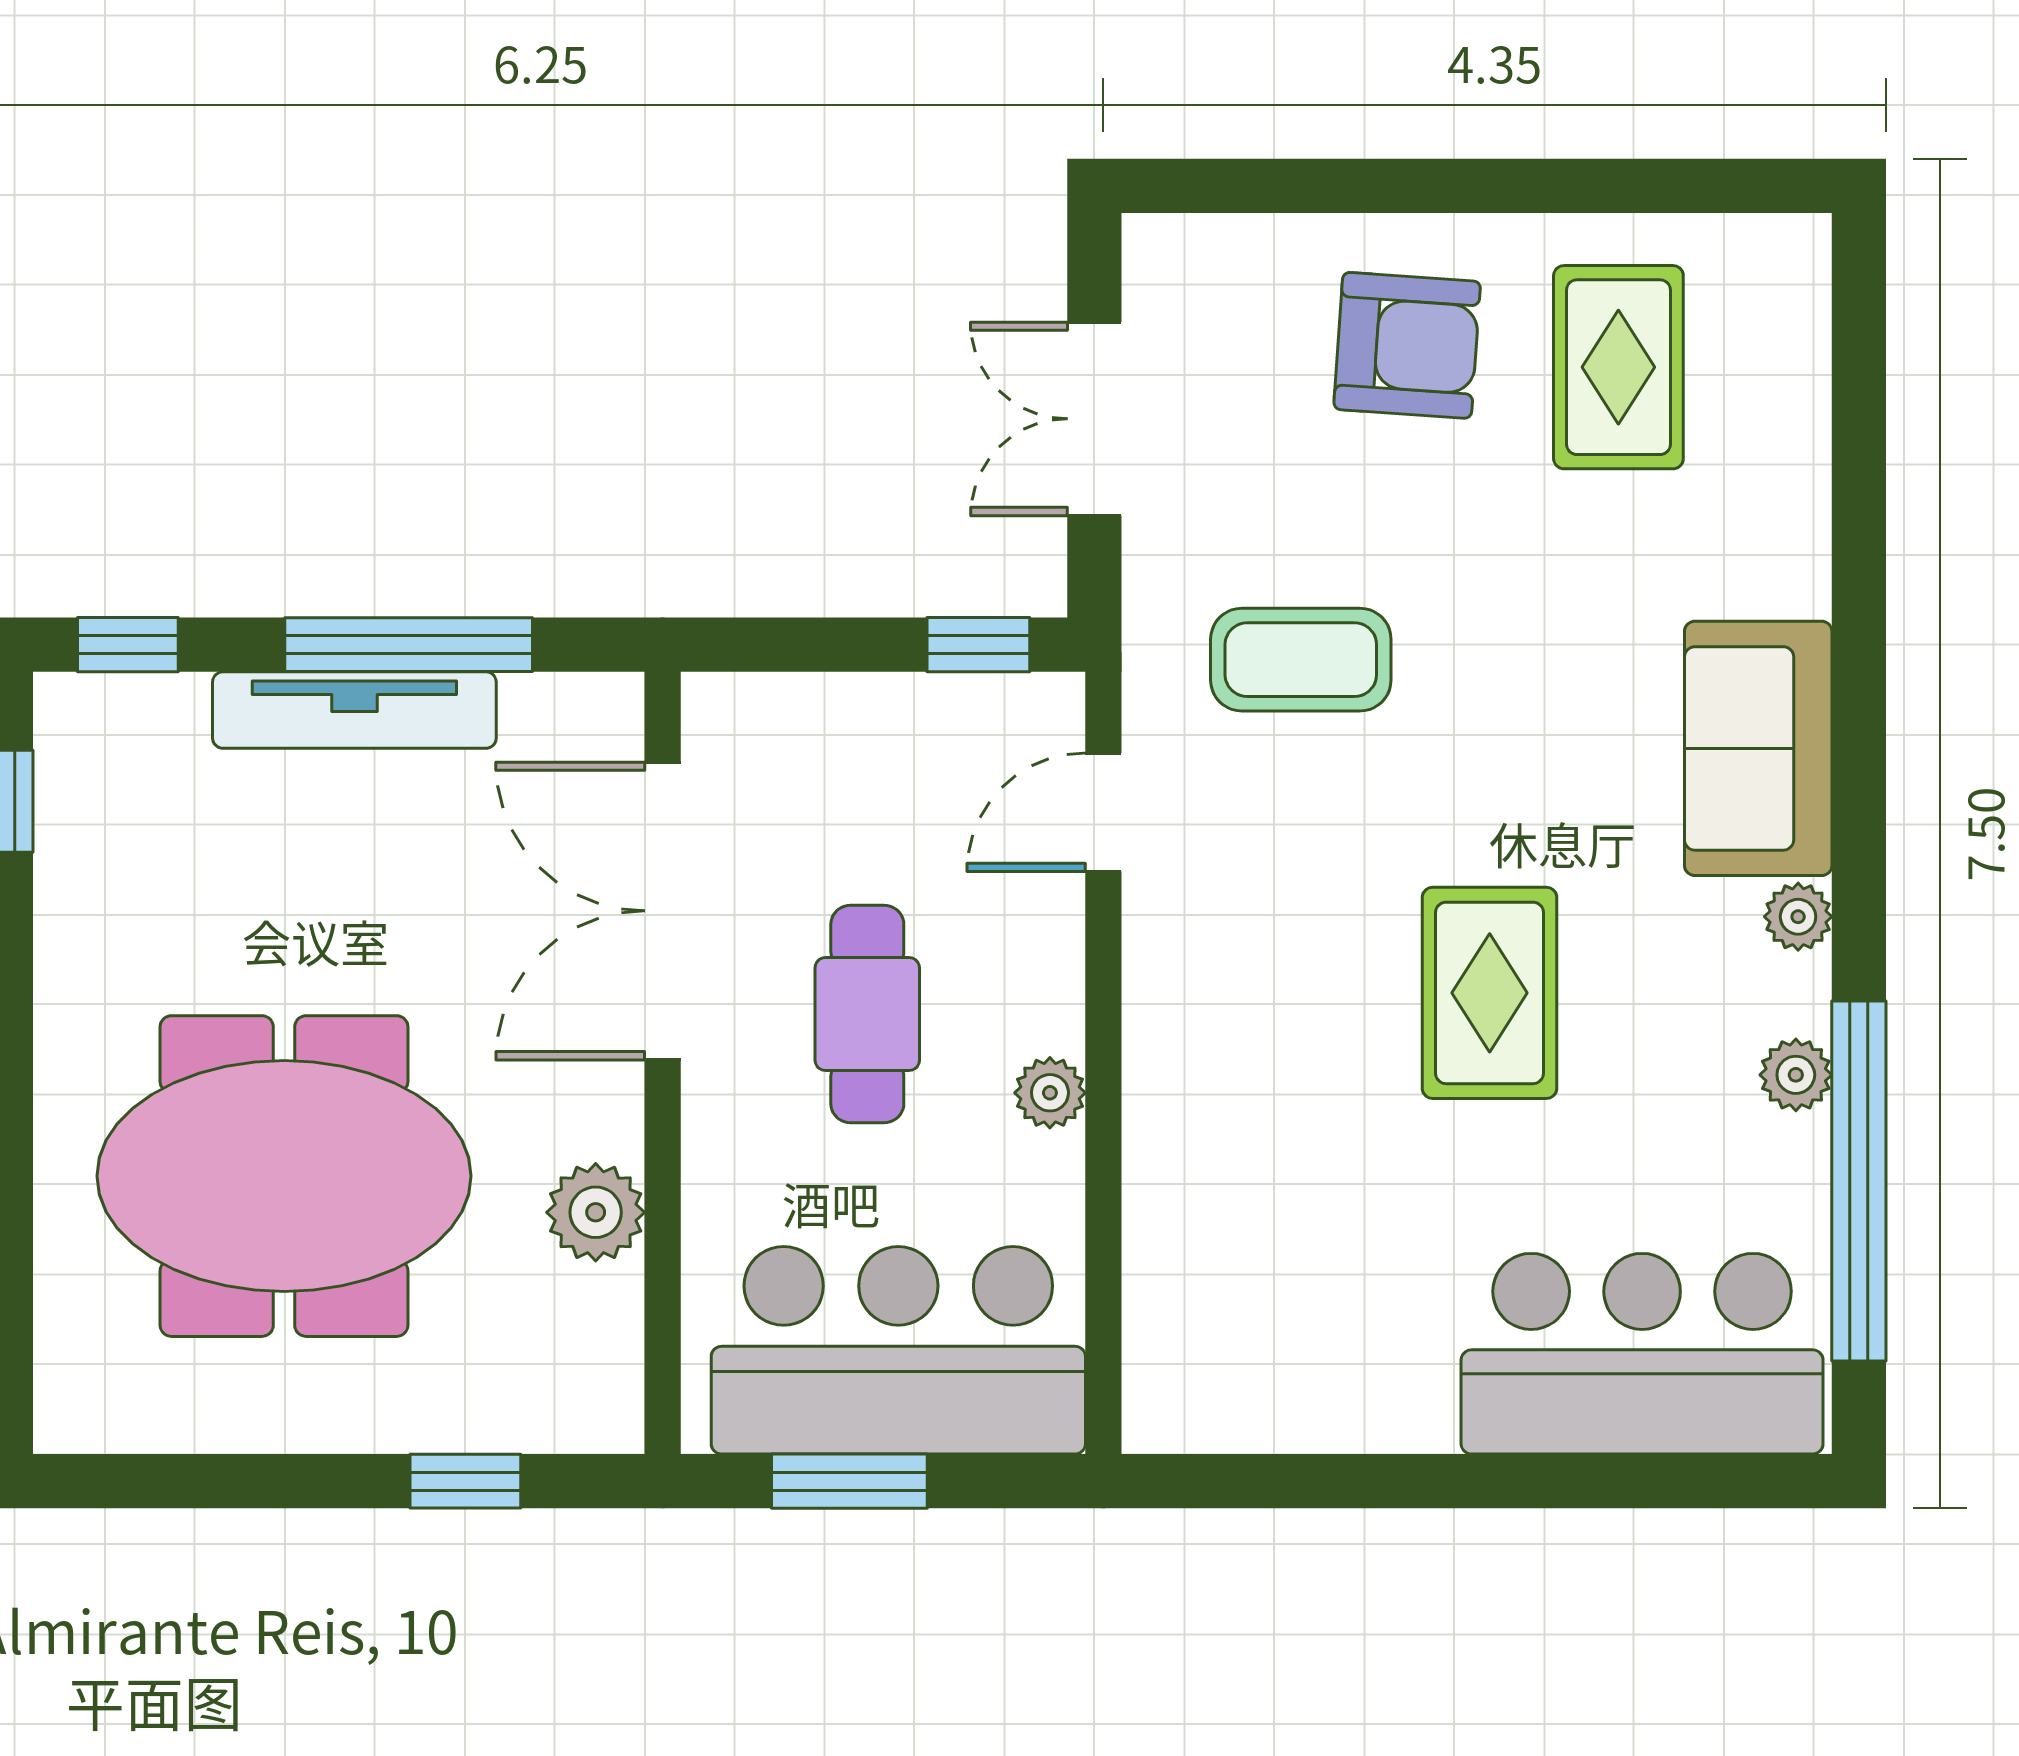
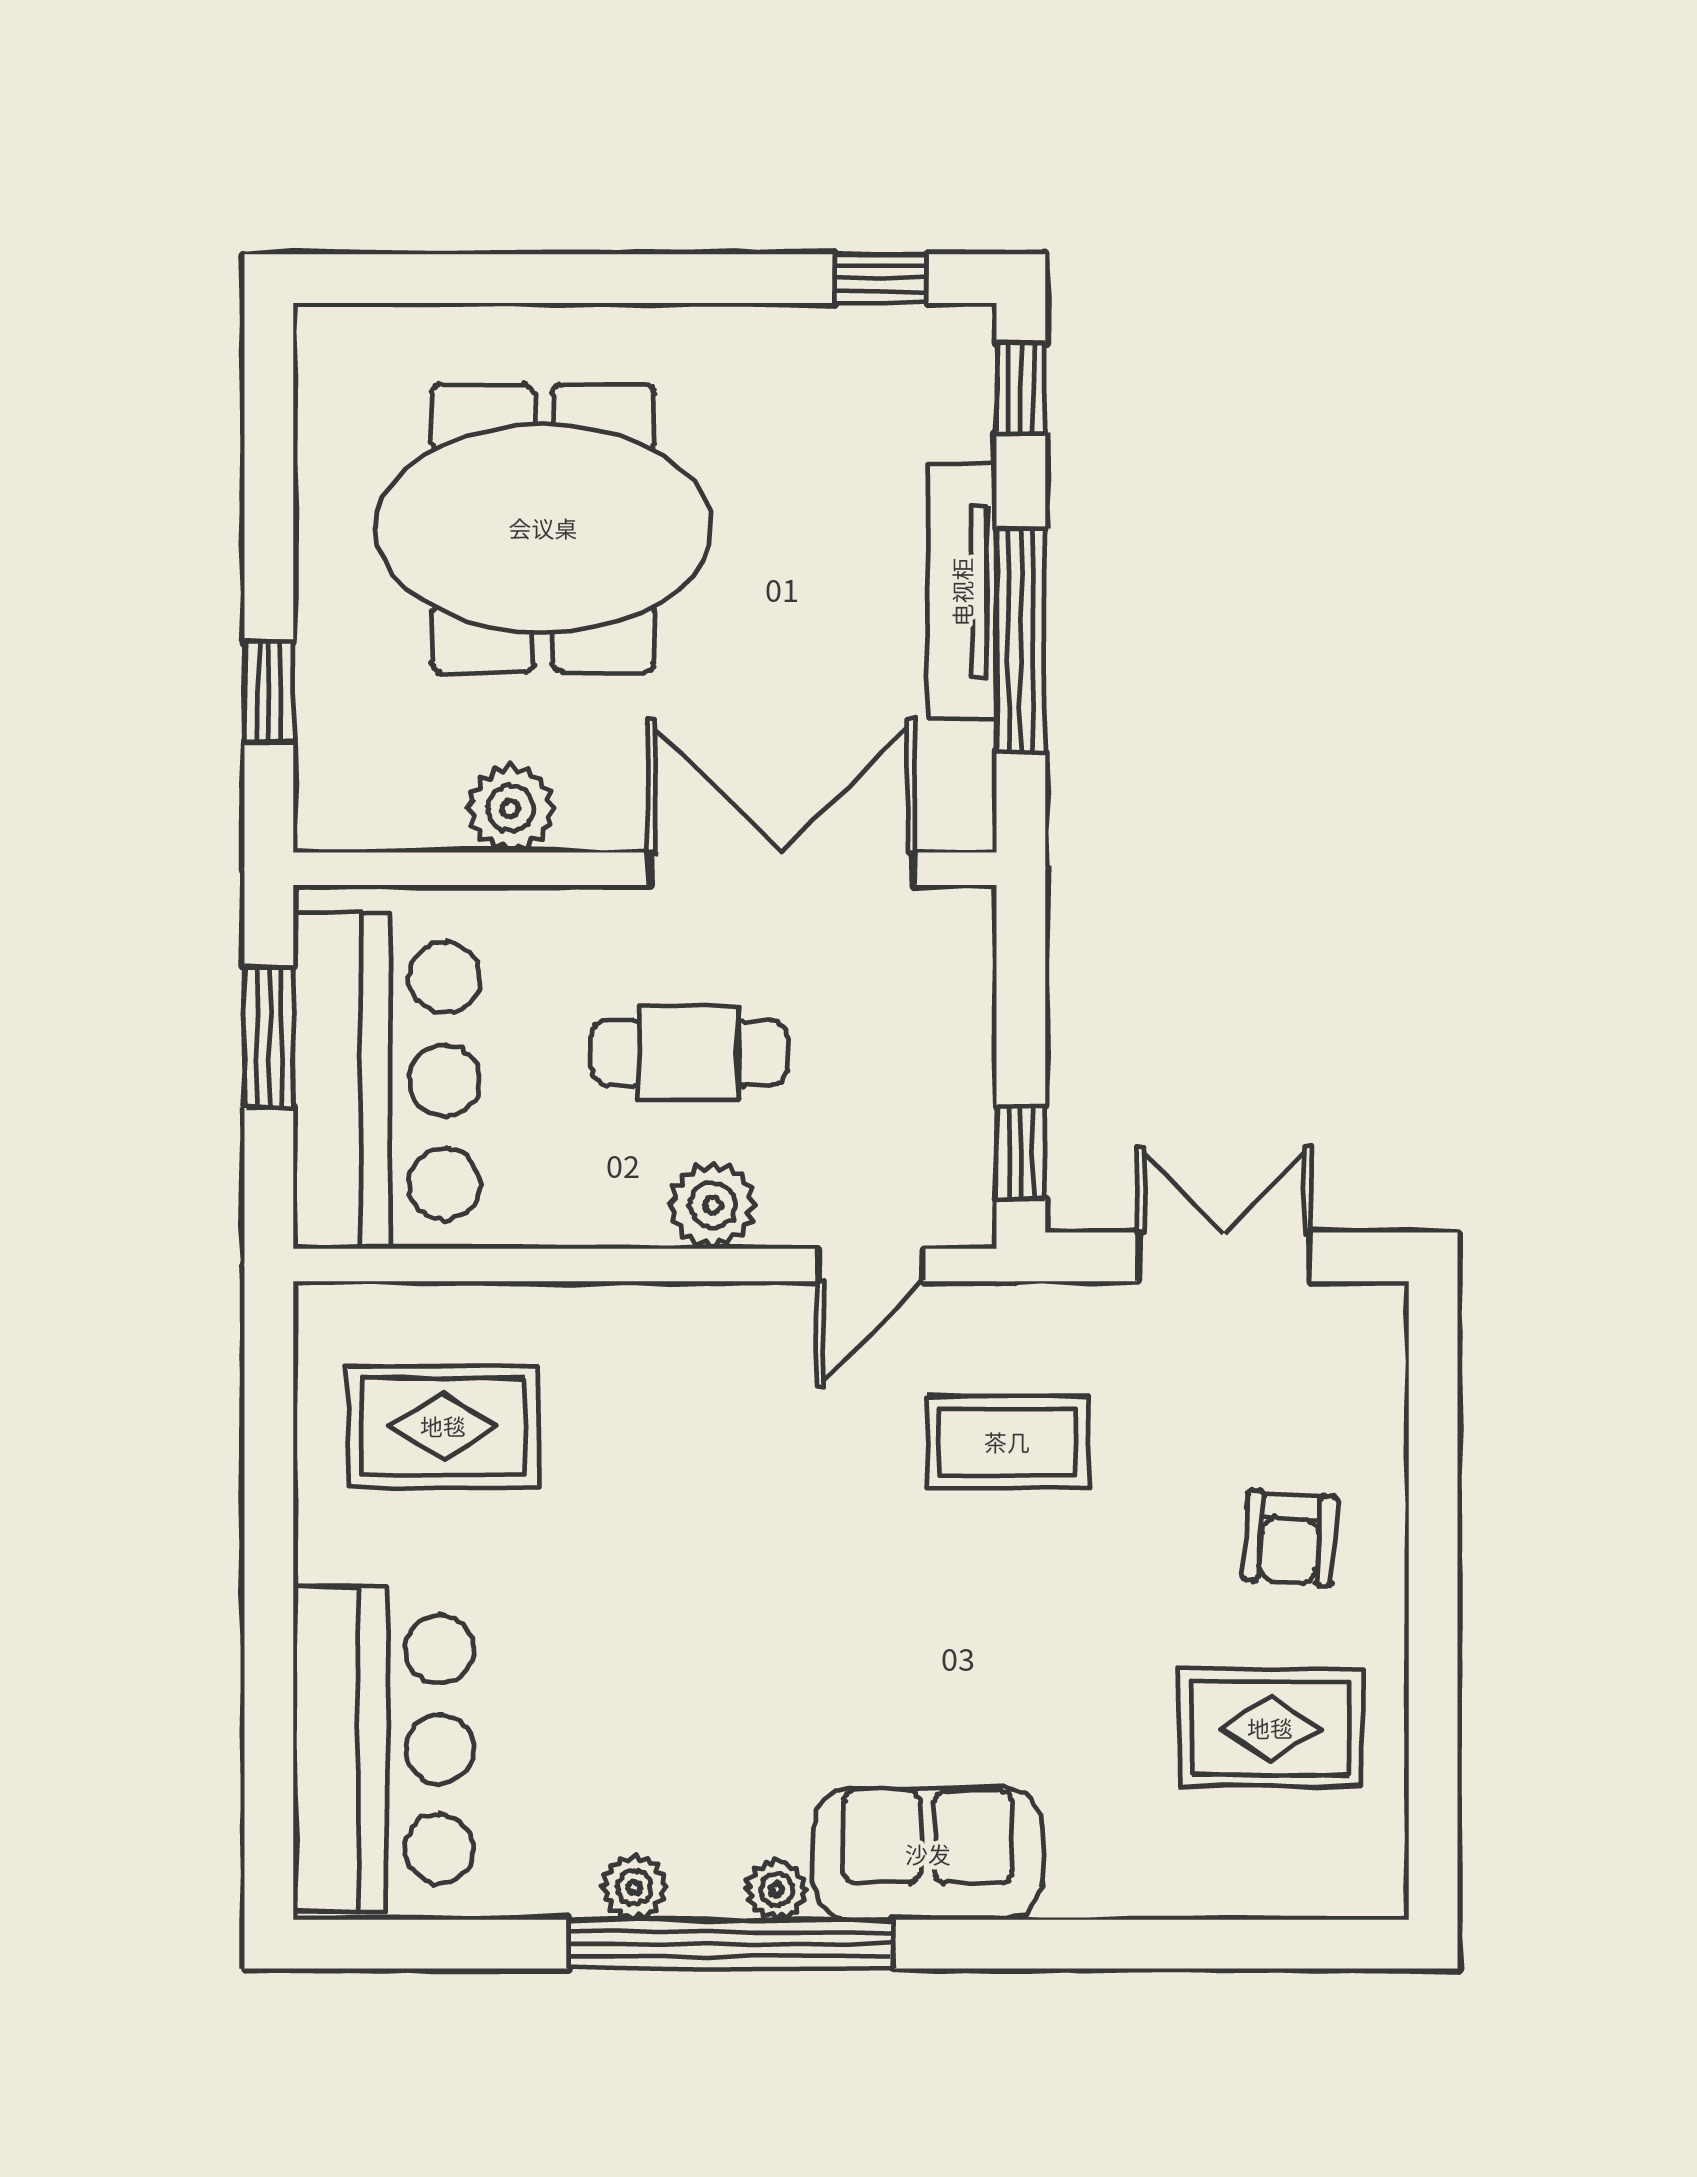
armchair: (1407, 345) -> (1290, 1538), width x0.72, depth x0.72
coffee table: (1301, 660) -> (1007, 1442), turned 90
door: (1103, 812) -> (870, 1265), swing flipped
rug: (1490, 993) -> (443, 1426), moved
plant: (1050, 1093) -> (713, 1205), moved, width x1.38, depth x1.38
meeting table: (284, 1176) -> (543, 528), turned 90
window: (1859, 1181) -> (730, 1944), moved

